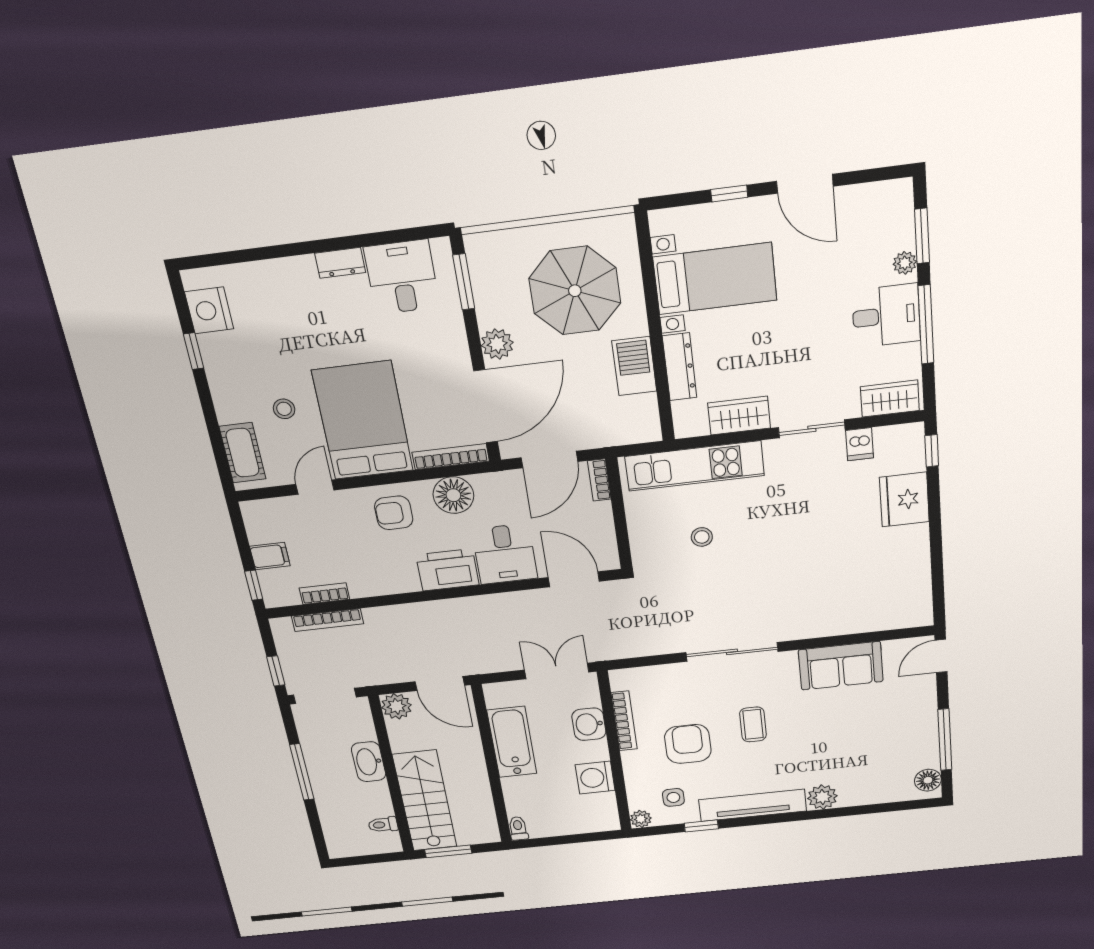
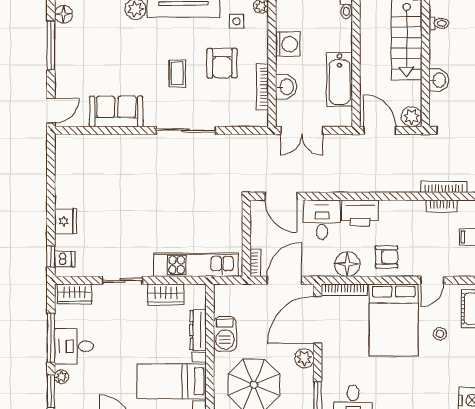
dishwasher: (860, 444) -> (65, 259), moved, turned 90
fridge: (904, 500) -> (65, 221), width x0.73, depth x0.75
stool: (702, 537) -> (197, 216), removed
washbasin: (369, 762) -> (439, 80), width x0.72

